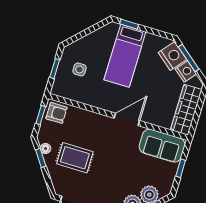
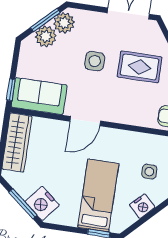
nightstand: (186, 72) -> (142, 206), moved, turned -84
side table: (112, 168) -> (95, 61), added
window: (181, 168) -> (11, 90), moved

